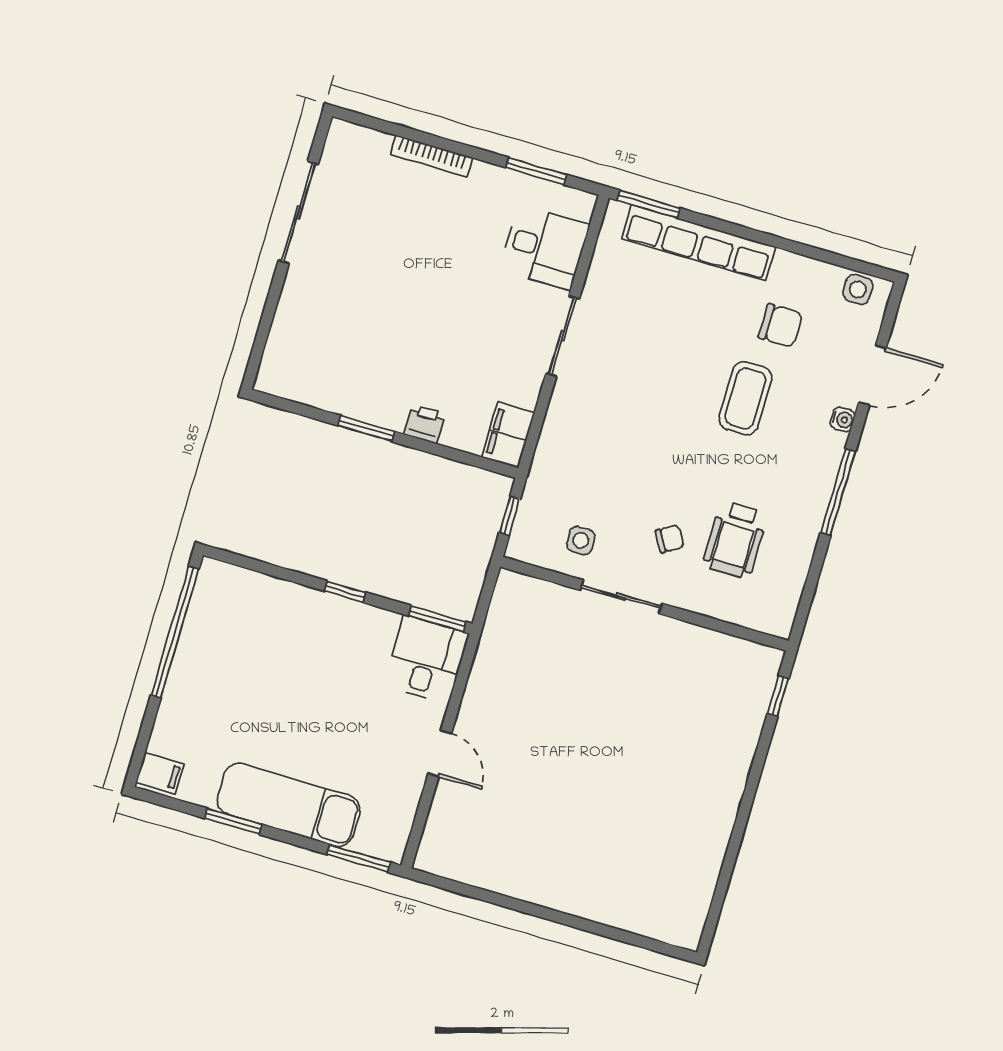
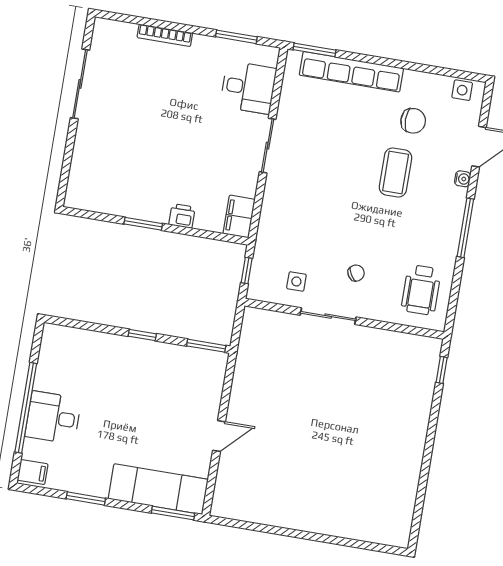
wheelchair: (735, 540) -> (421, 290), moved
window: (175, 632) -> (26, 408), moved
desk: (426, 659) -> (53, 418), moved, turned -90
door: (440, 754) -> (219, 436), hinge flipped
exam couch: (289, 805) -> (158, 489), moved

